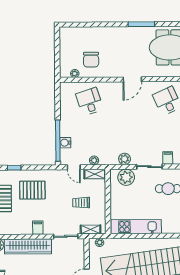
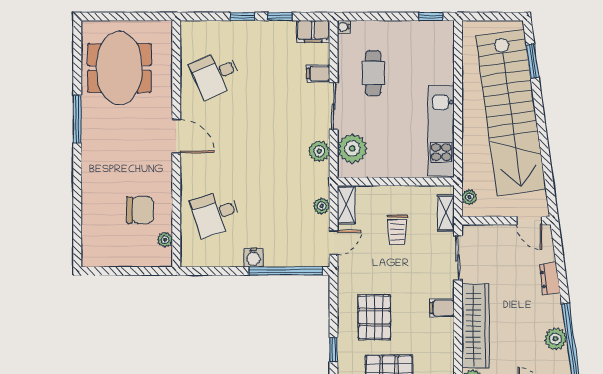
water cooler: (65, 143) -> (253, 257), moved

